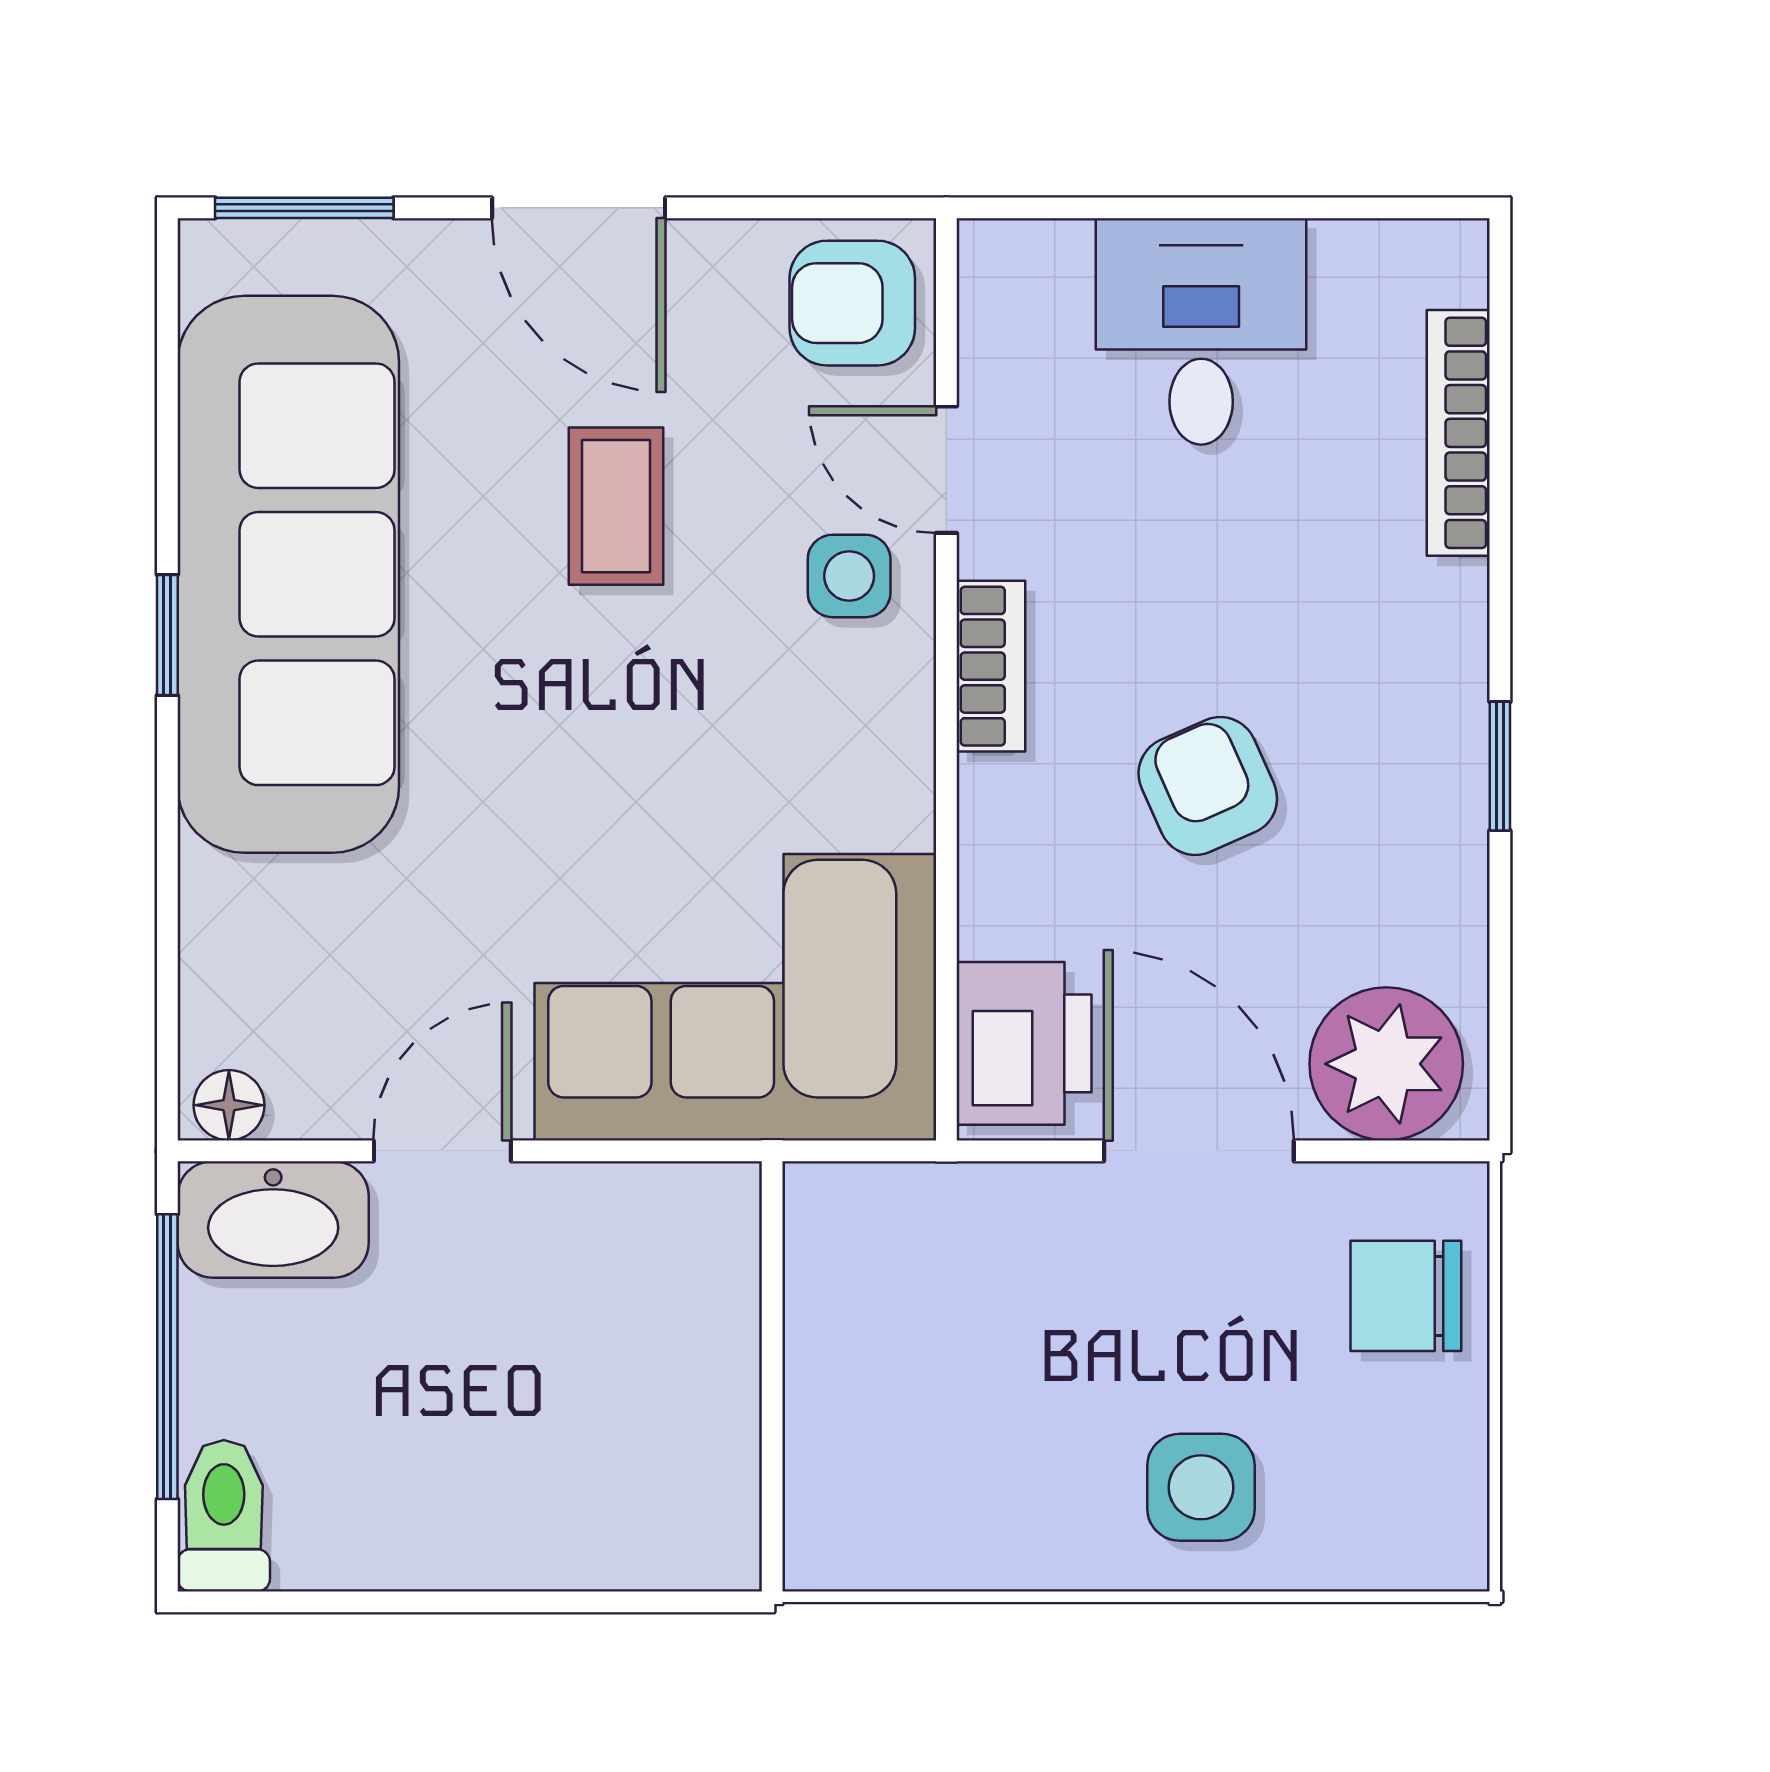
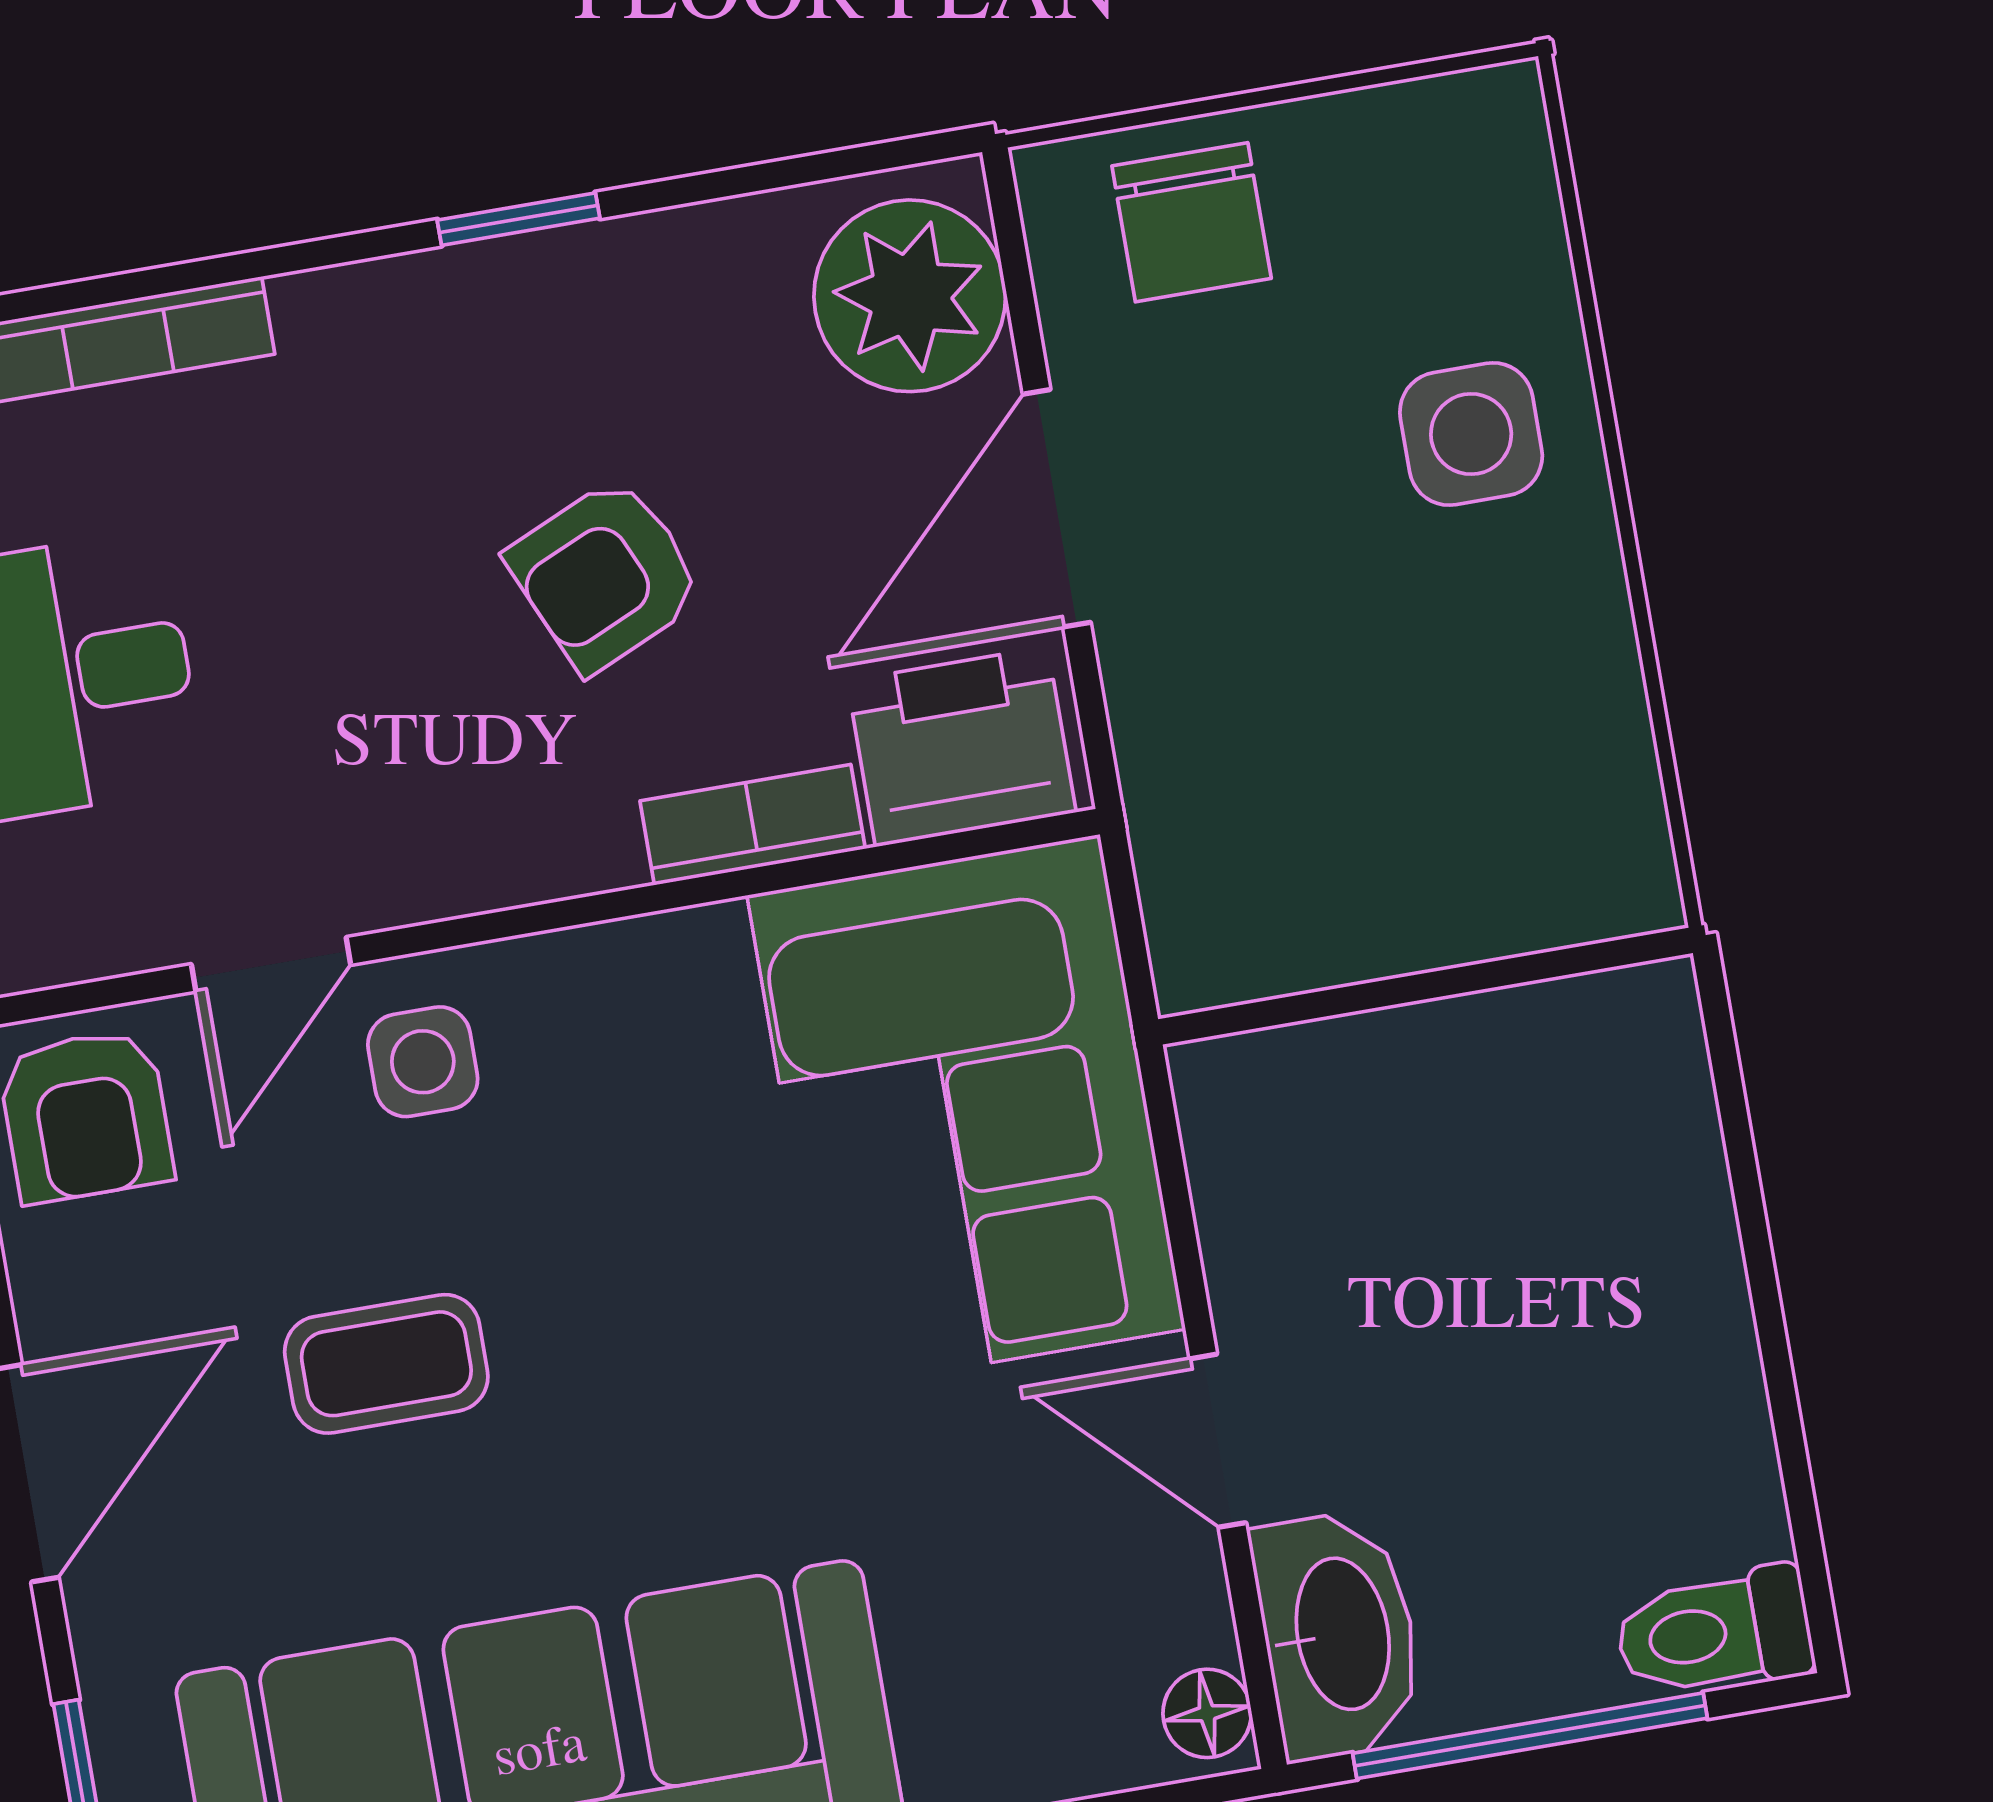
bookcase: (991, 666) -> (753, 825), moved

